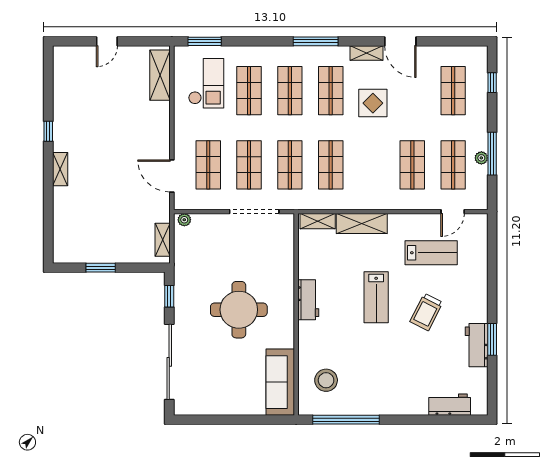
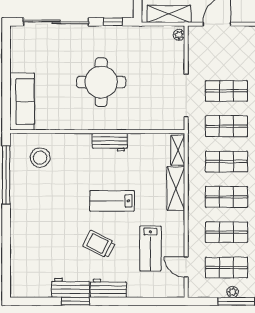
shop shelf: (208, 165) -> (227, 197), moved
shelving: (163, 240) -> (169, 14), width x1.50, depth x1.33
sofa: (280, 382) -> (22, 101), moved, turned 90
workbench: (450, 405) -> (108, 288), moved, turned -90

